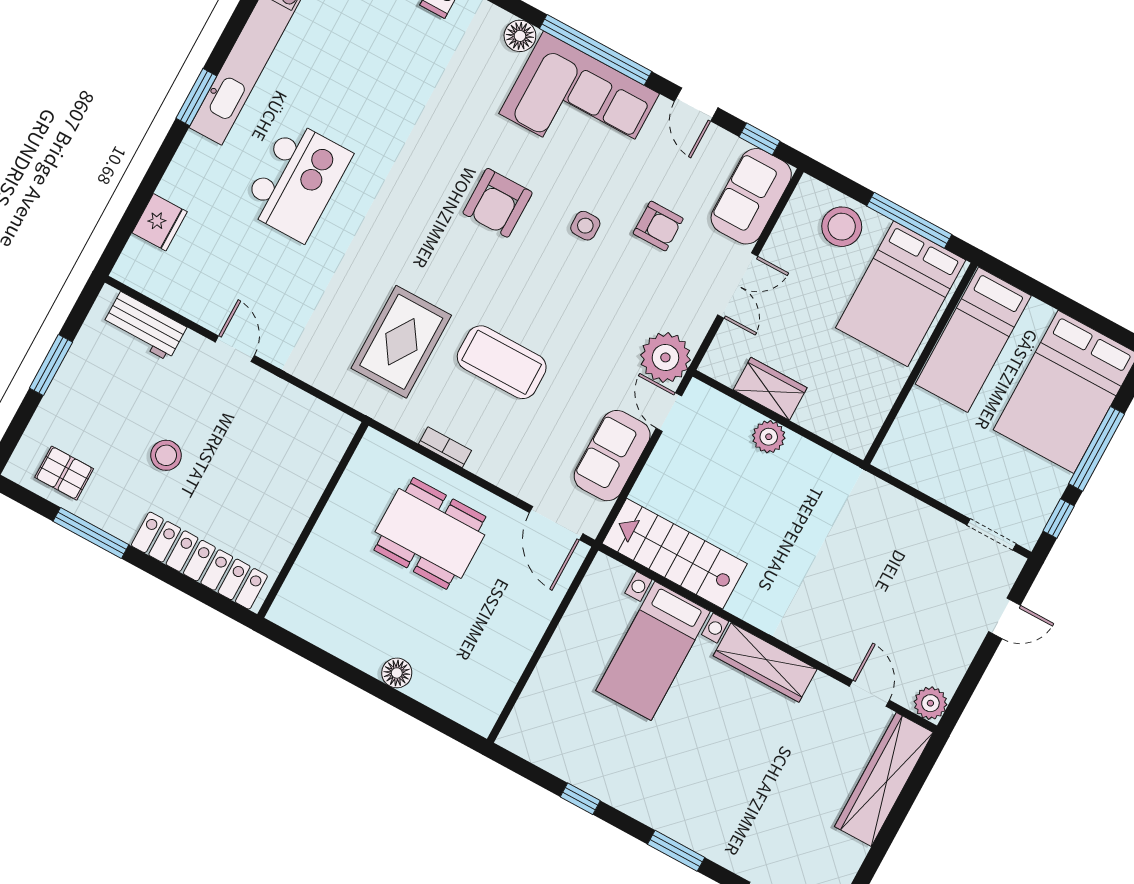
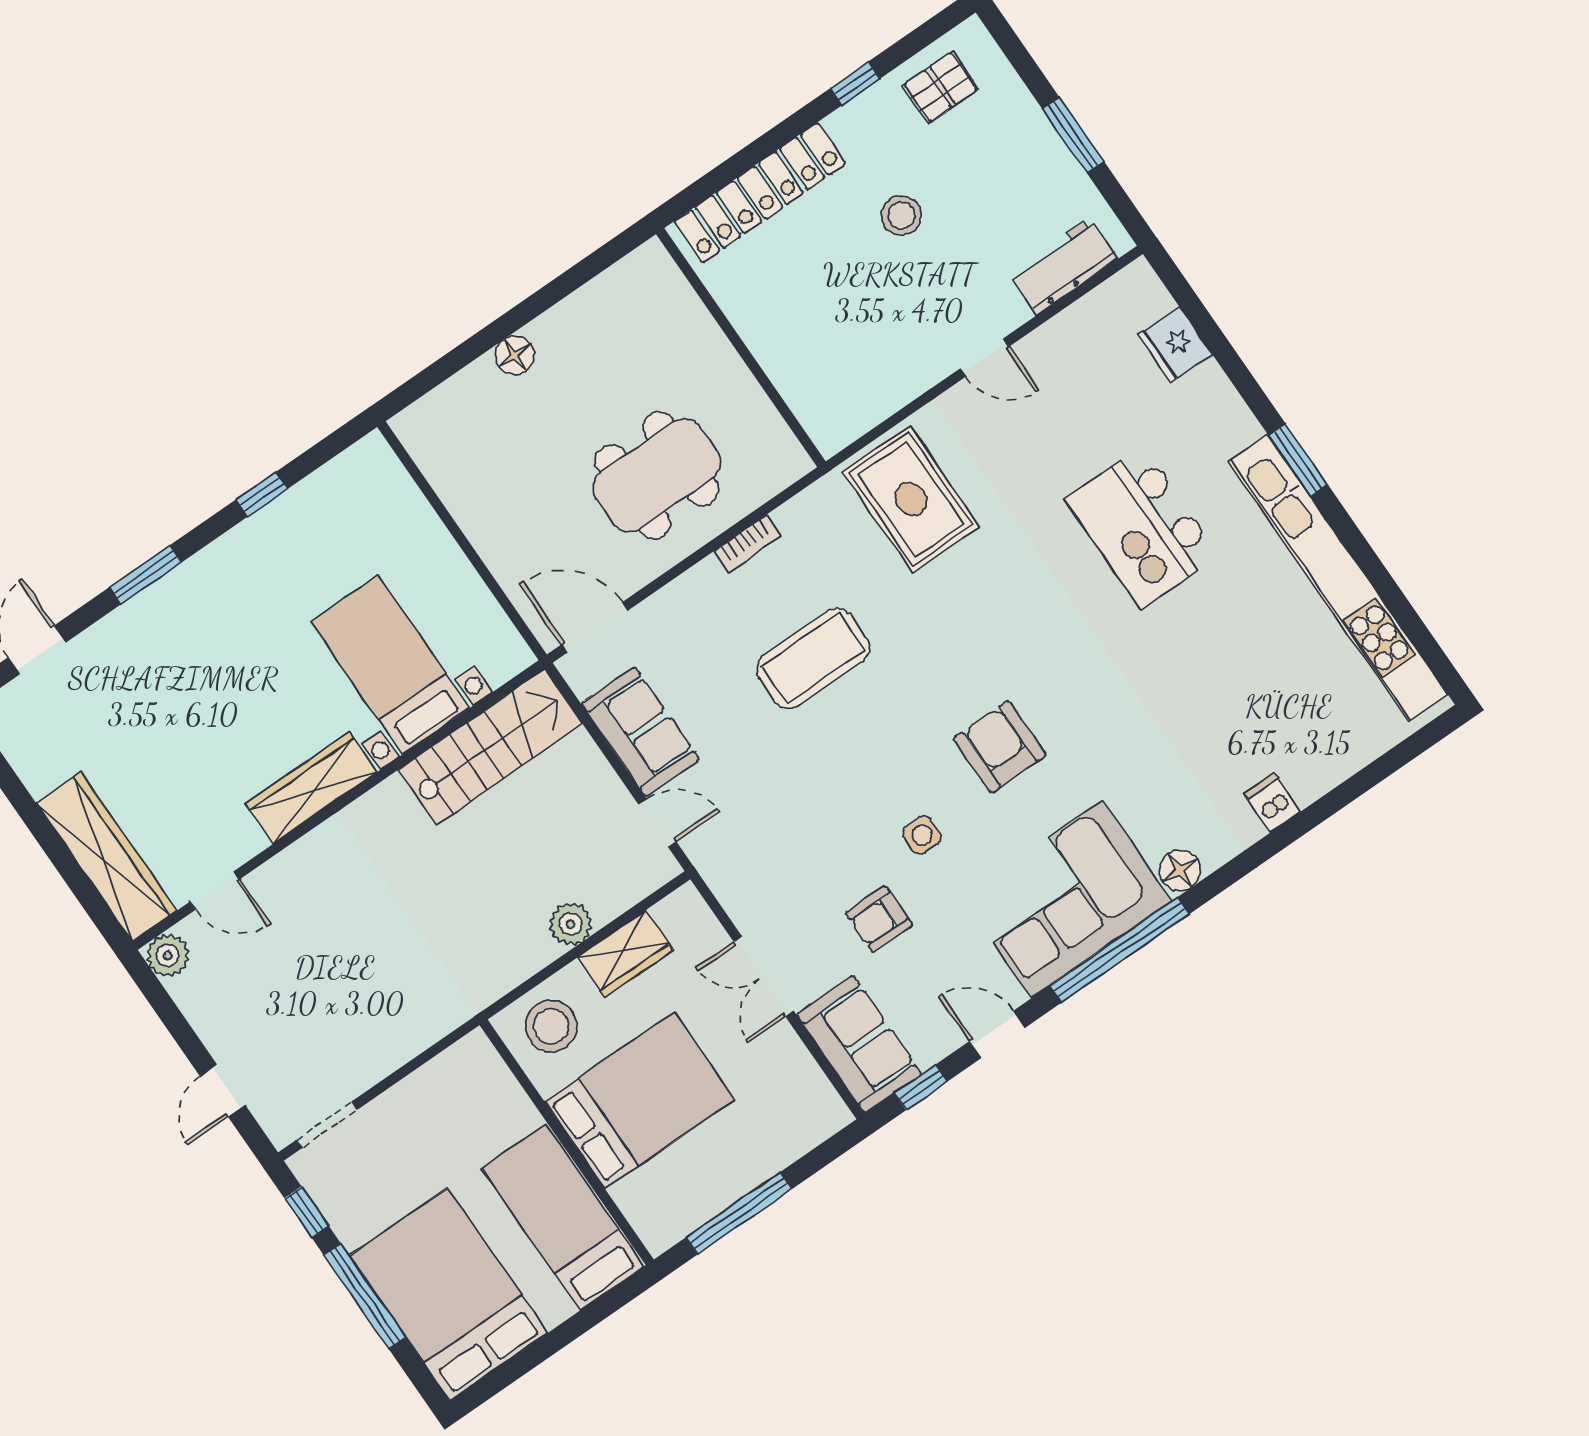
stool: (842, 227) -> (551, 1026), moved
bed: (901, 294) -> (640, 1101), moved, turned 90
rug: (401, 342) -> (911, 499), moved
plant: (665, 357) -> (723, 851), removed
window: (91, 533) -> (855, 83), width x0.46

